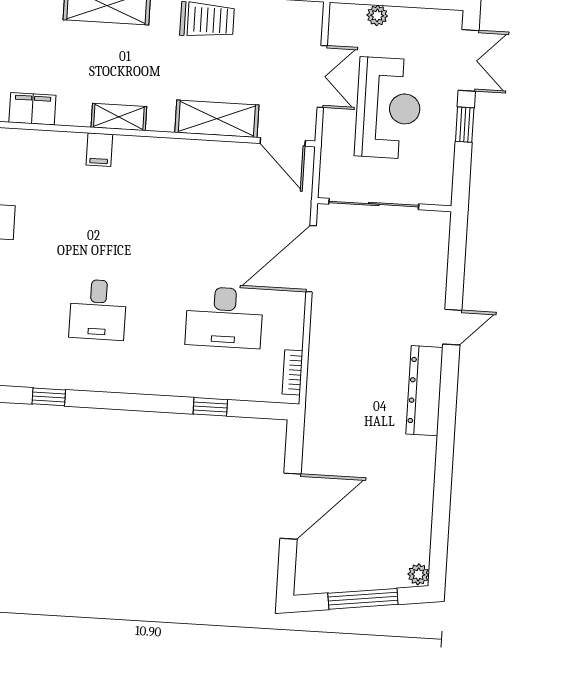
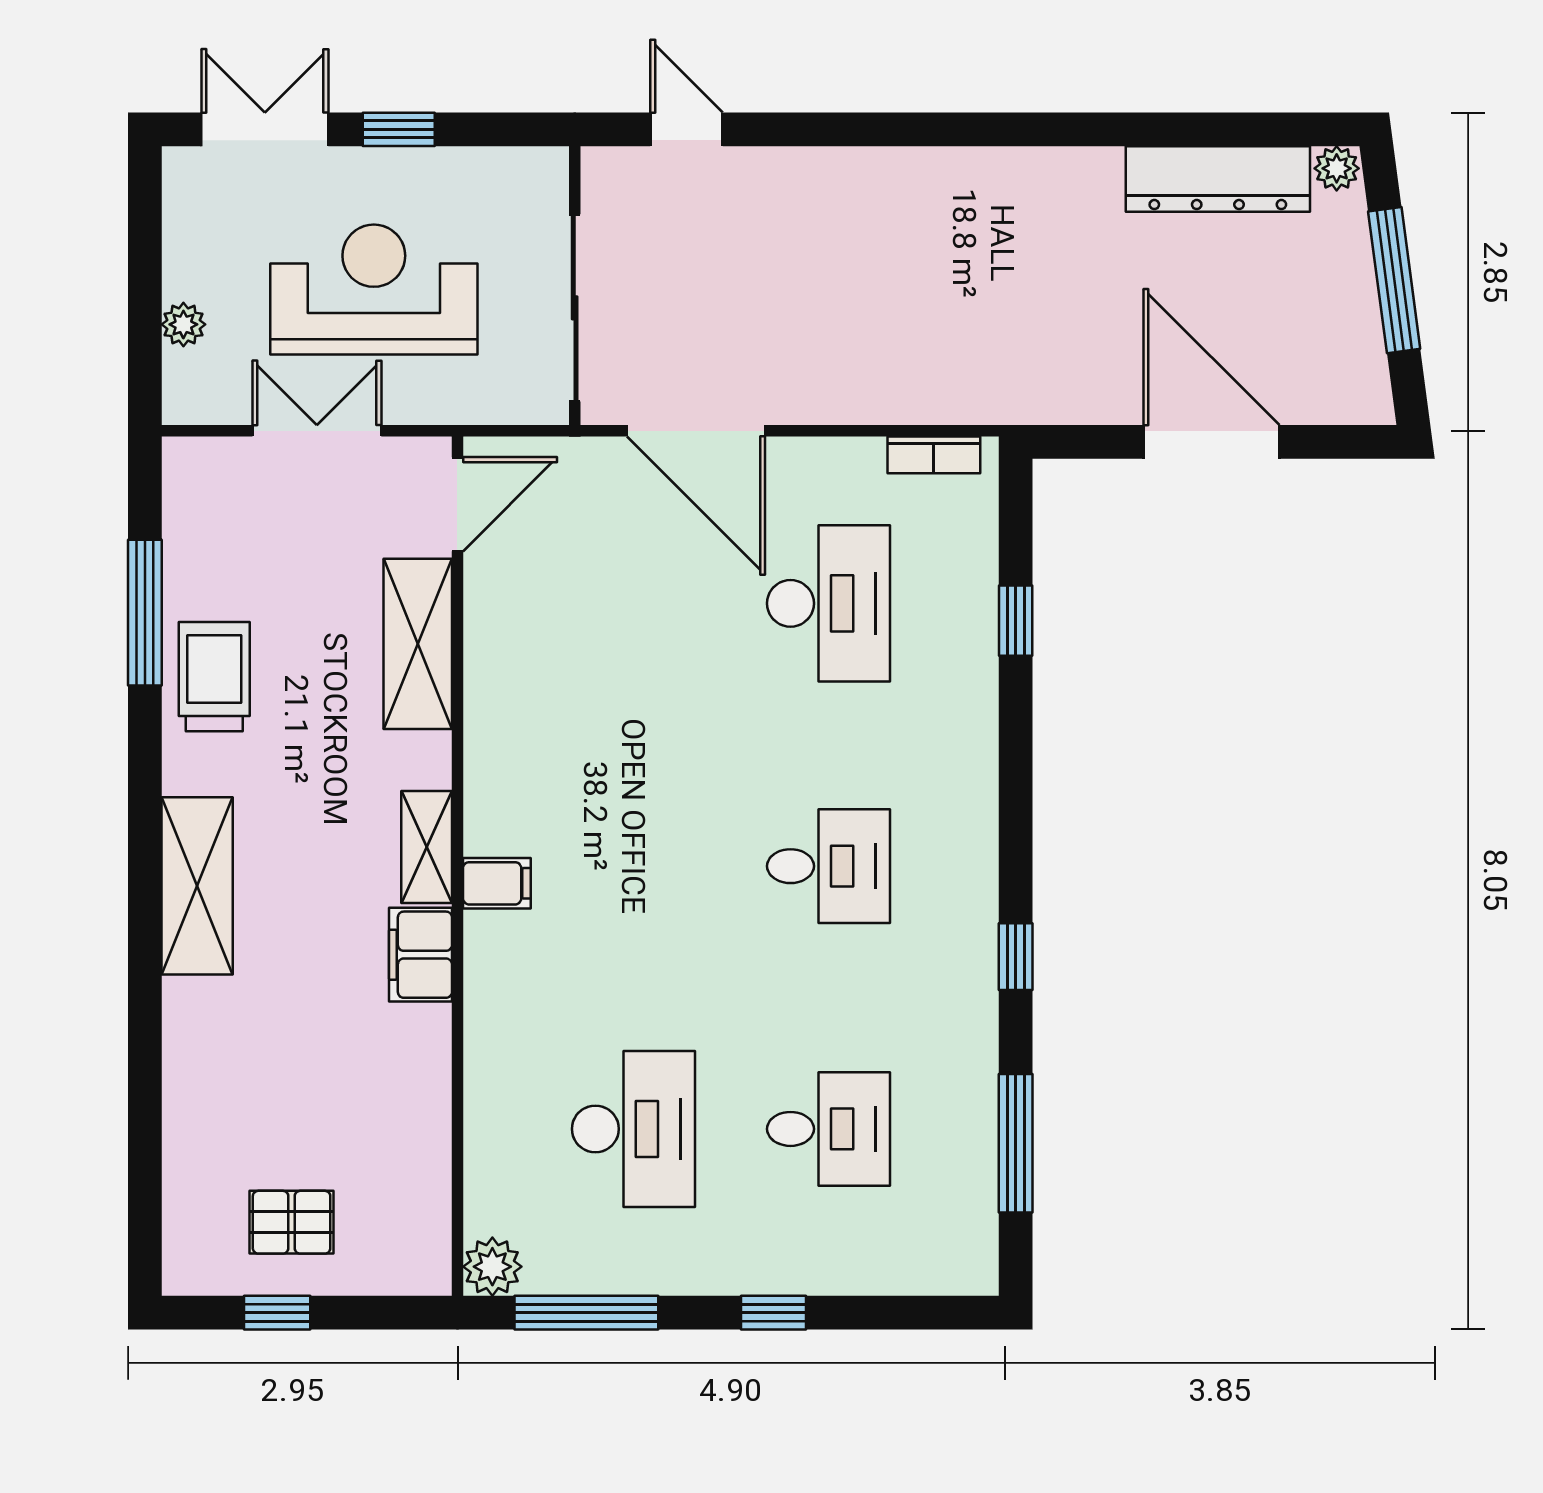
filing cabinet: (32, 109) -> (421, 955), moved
door: (452, 327) -> (687, 129), moved
dresser: (424, 391) -> (1218, 179), moved

